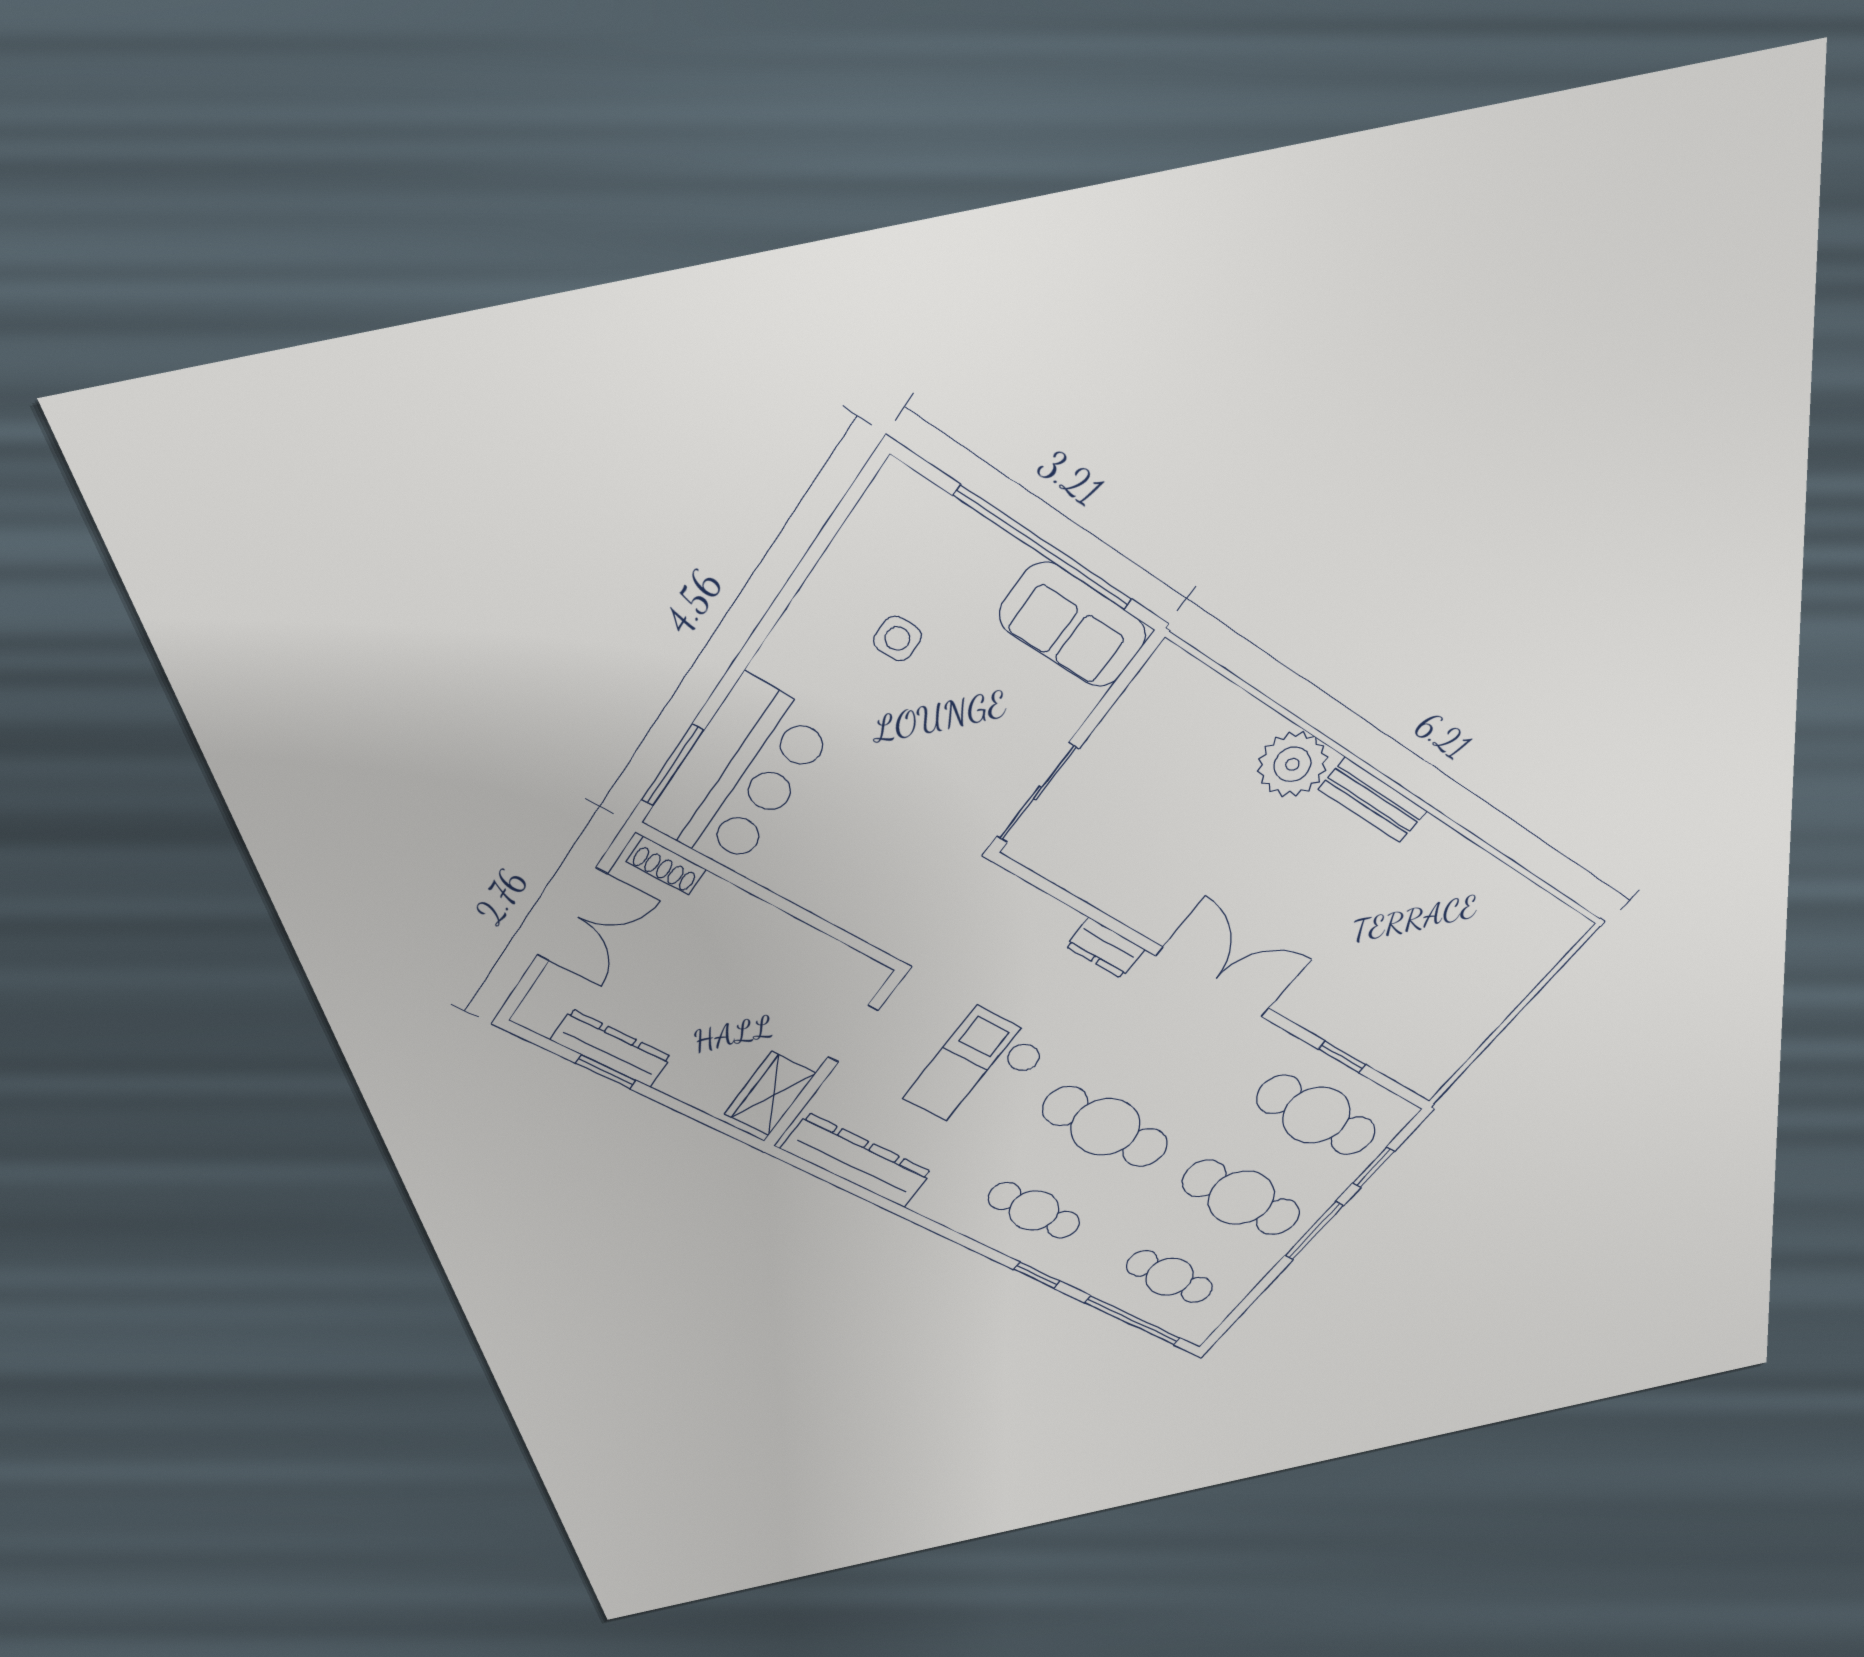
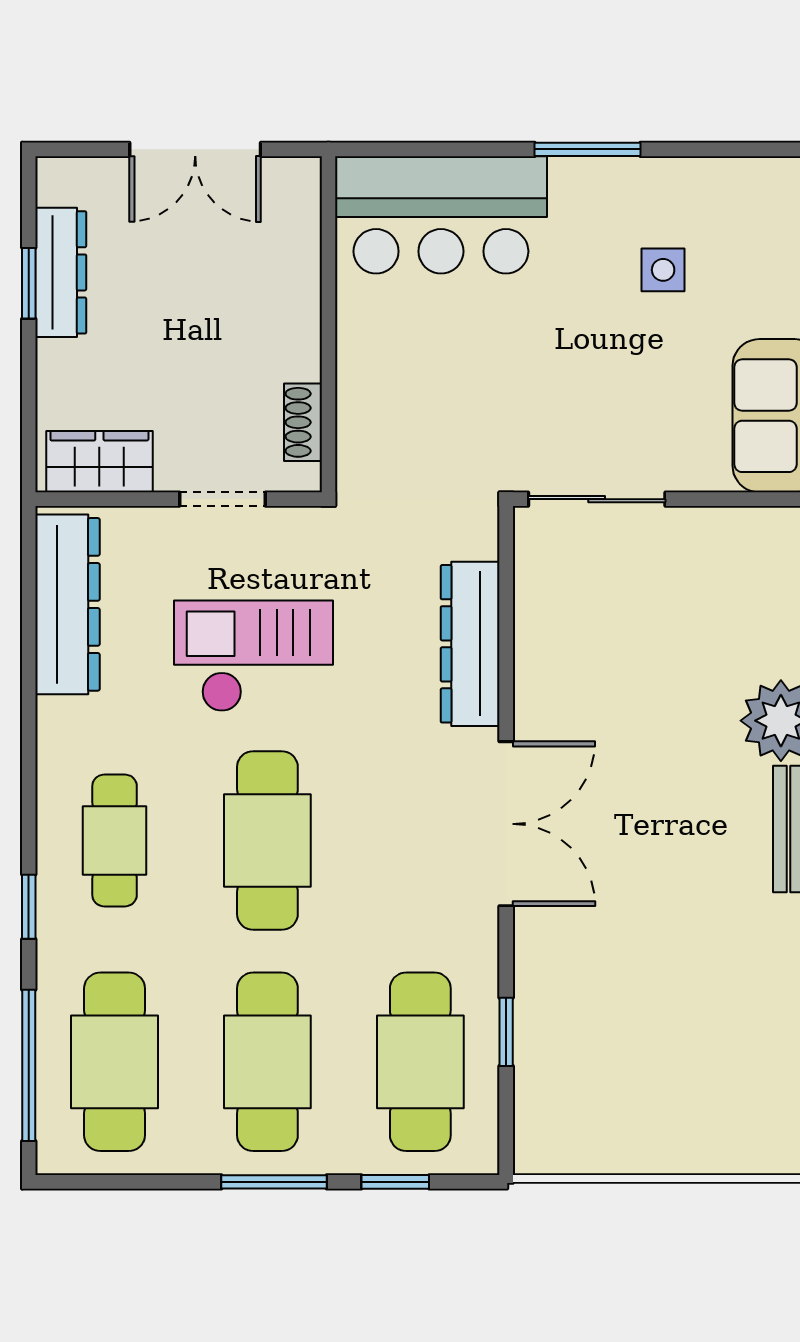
window: (672, 765) -> (587, 149), moved
shoe rack: (666, 866) -> (303, 422), moved
dresser: (1105, 948) -> (470, 644), width x1.96, depth x1.24
cafe table: (1170, 1277) -> (115, 1062), width x1.37, depth x1.35

